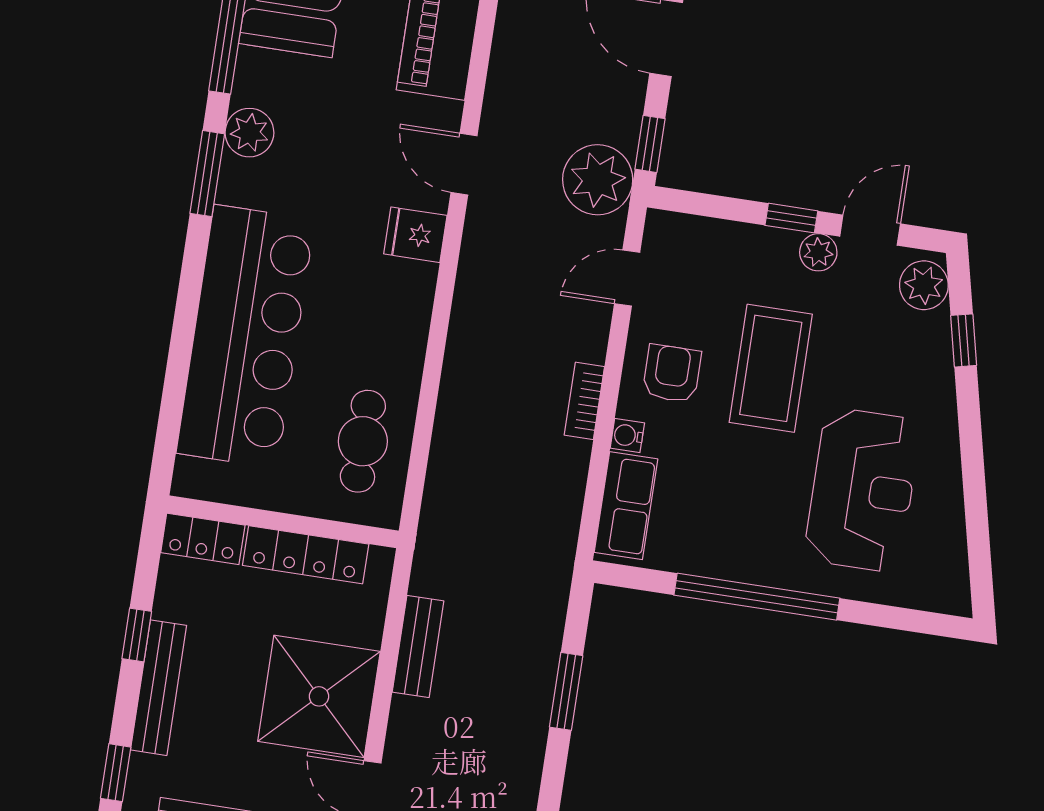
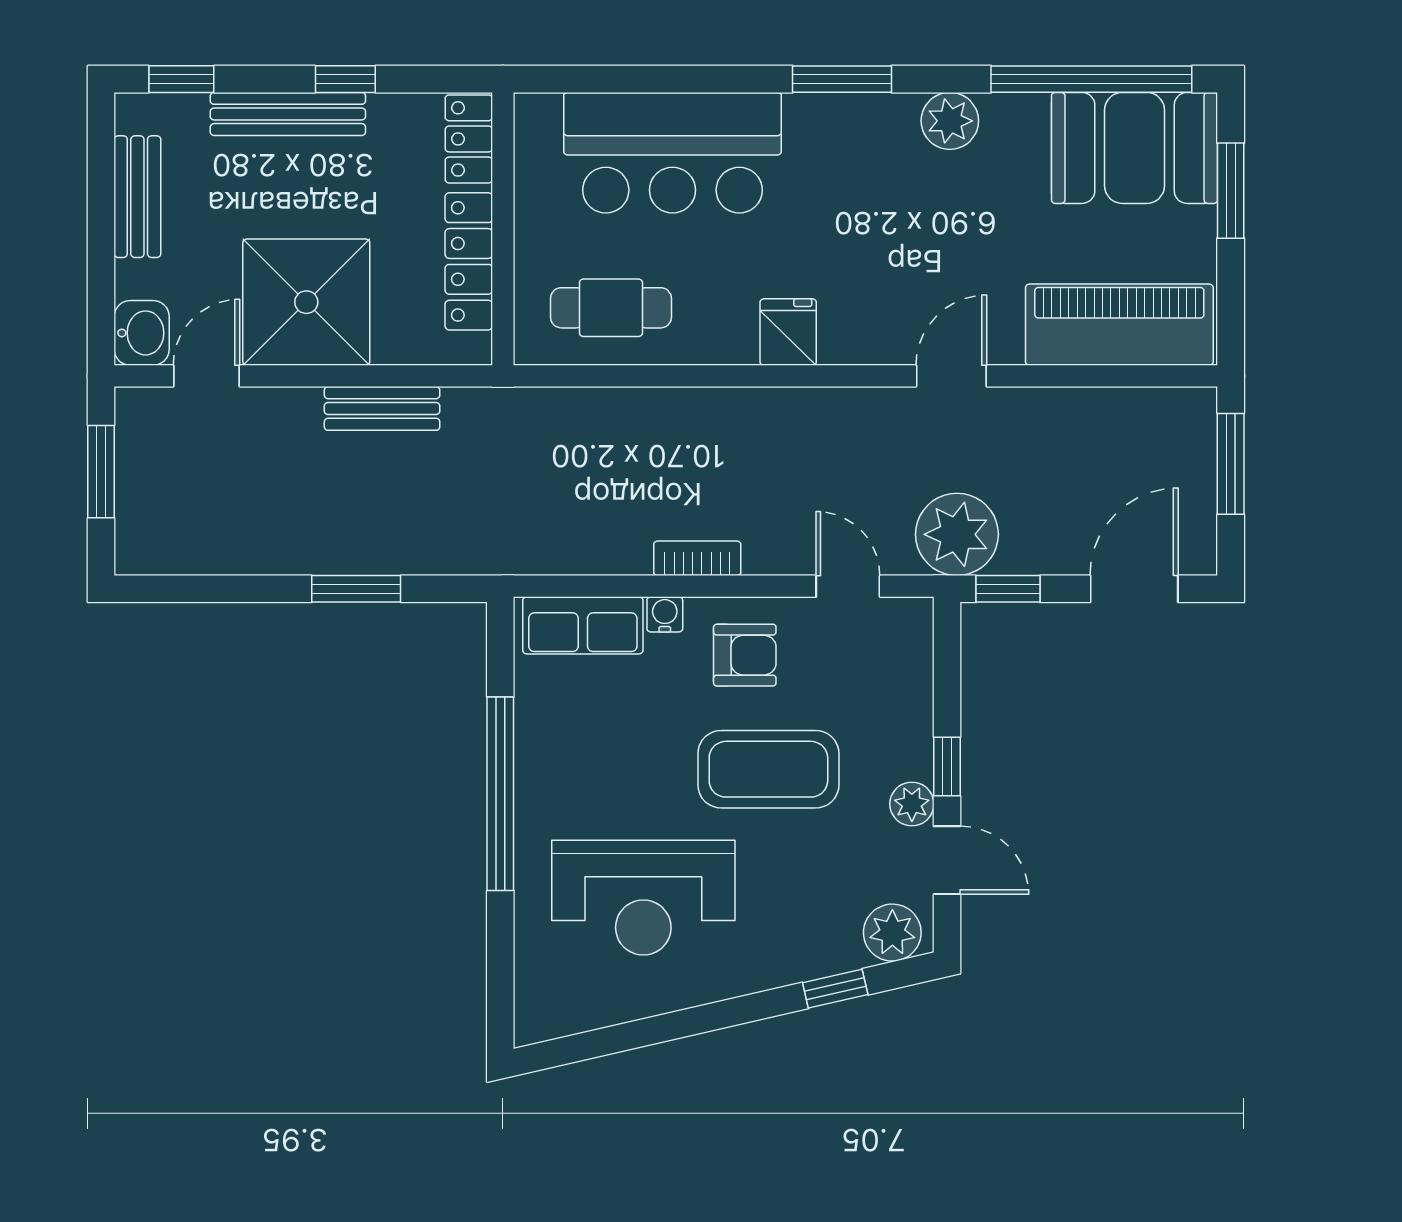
window: (207, 174) -> (842, 79), moved
fridge: (415, 235) -> (788, 332), moved
bar counter: (246, 336) -> (673, 153), width x0.73

